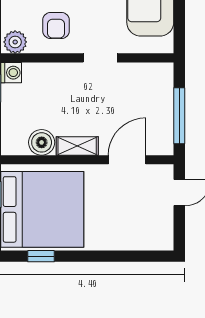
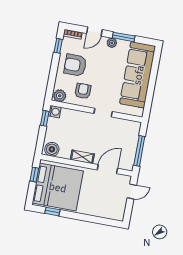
armchair: (56, 25) -> (83, 91), turned 180
boiler: (42, 142) -> (52, 149), moved

